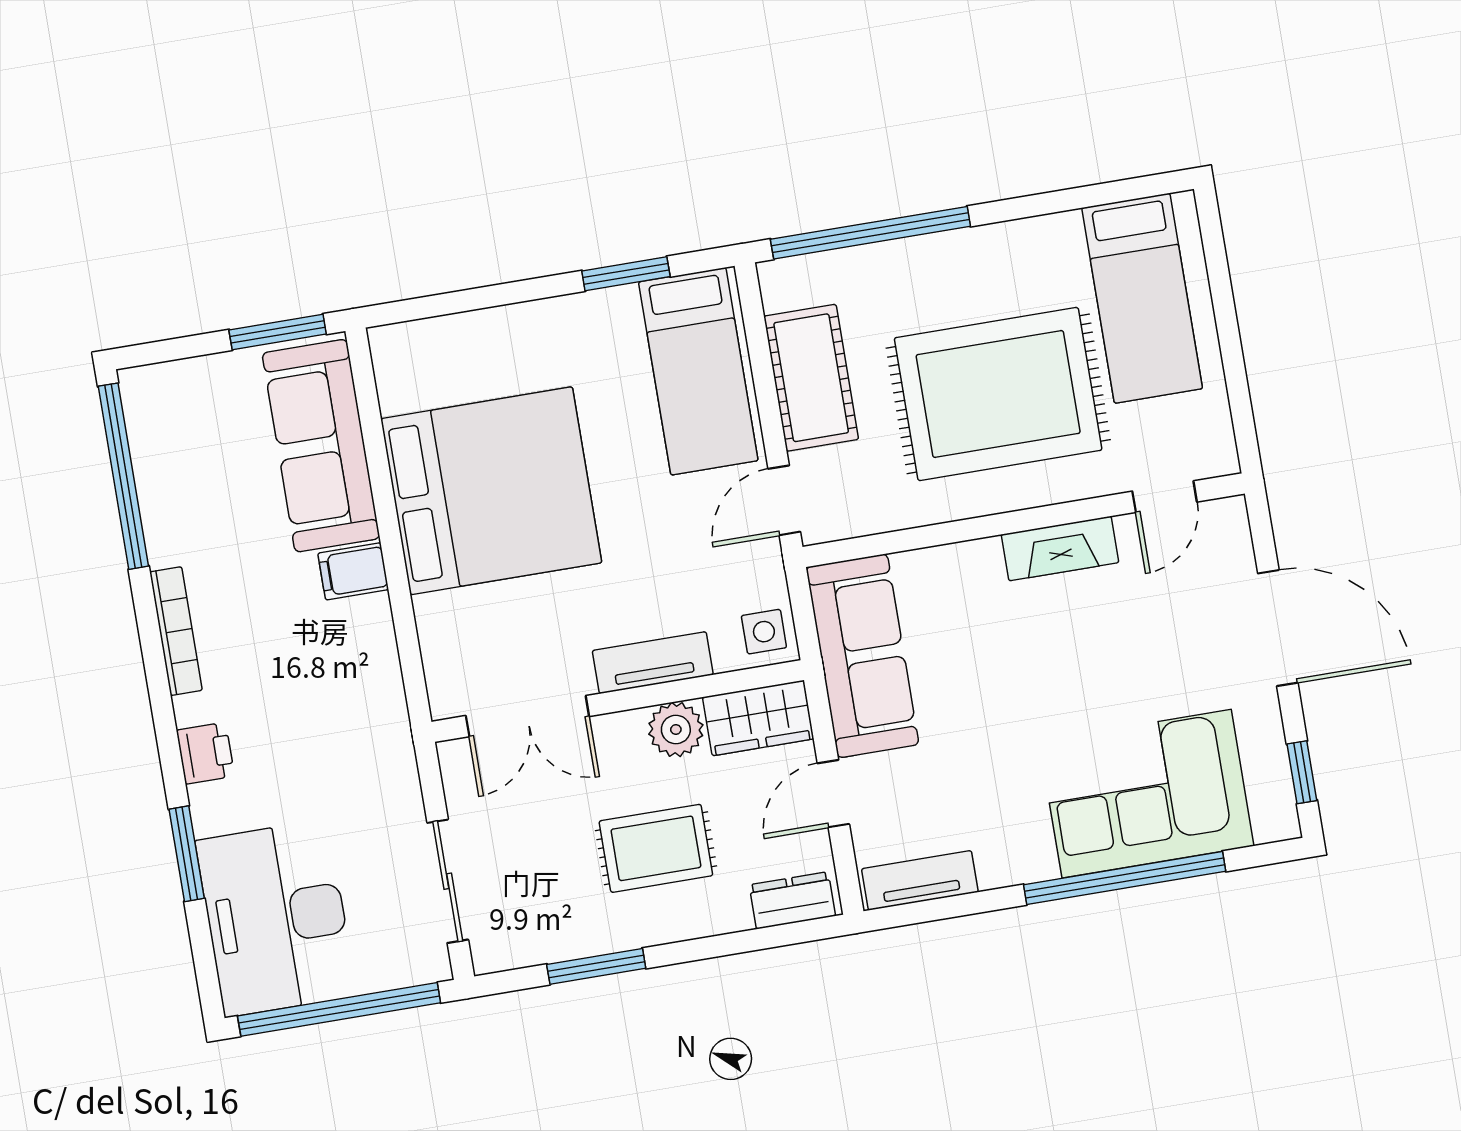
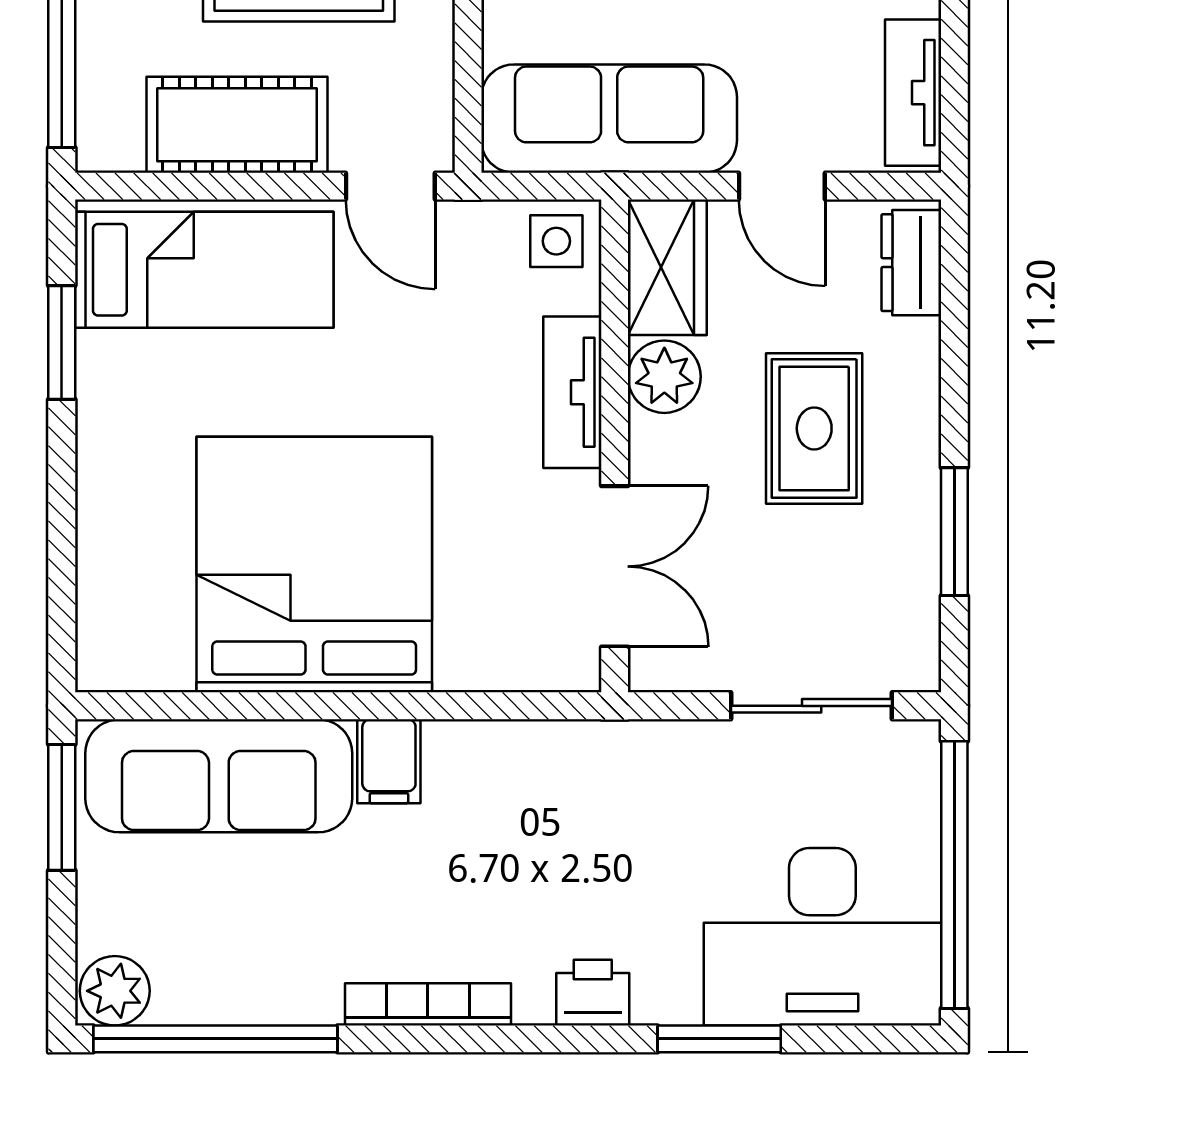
plant: (147, 395) -> (115, 991), added

